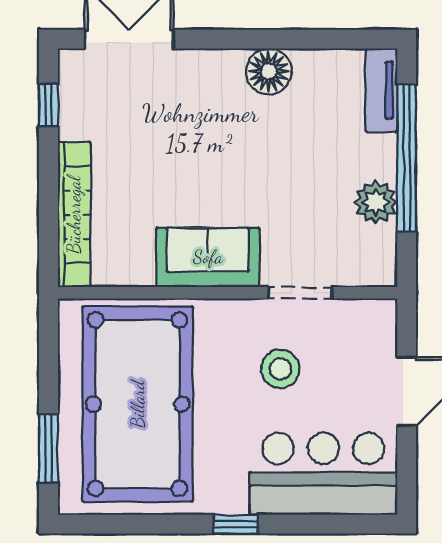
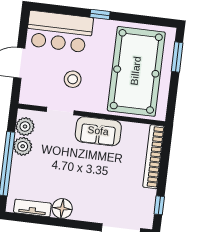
tv unit: (381, 90) -> (32, 208), moved, turned -90
plant: (376, 248) -> (25, 127), added

